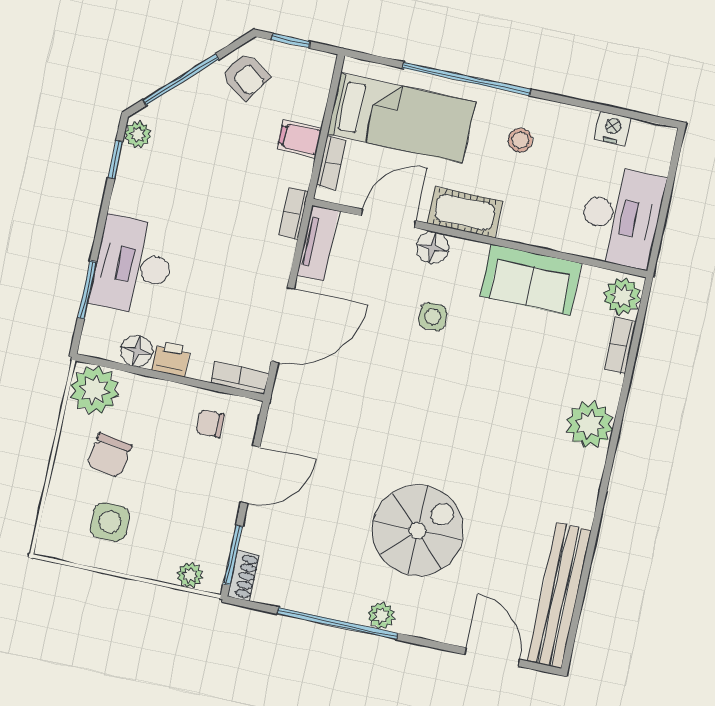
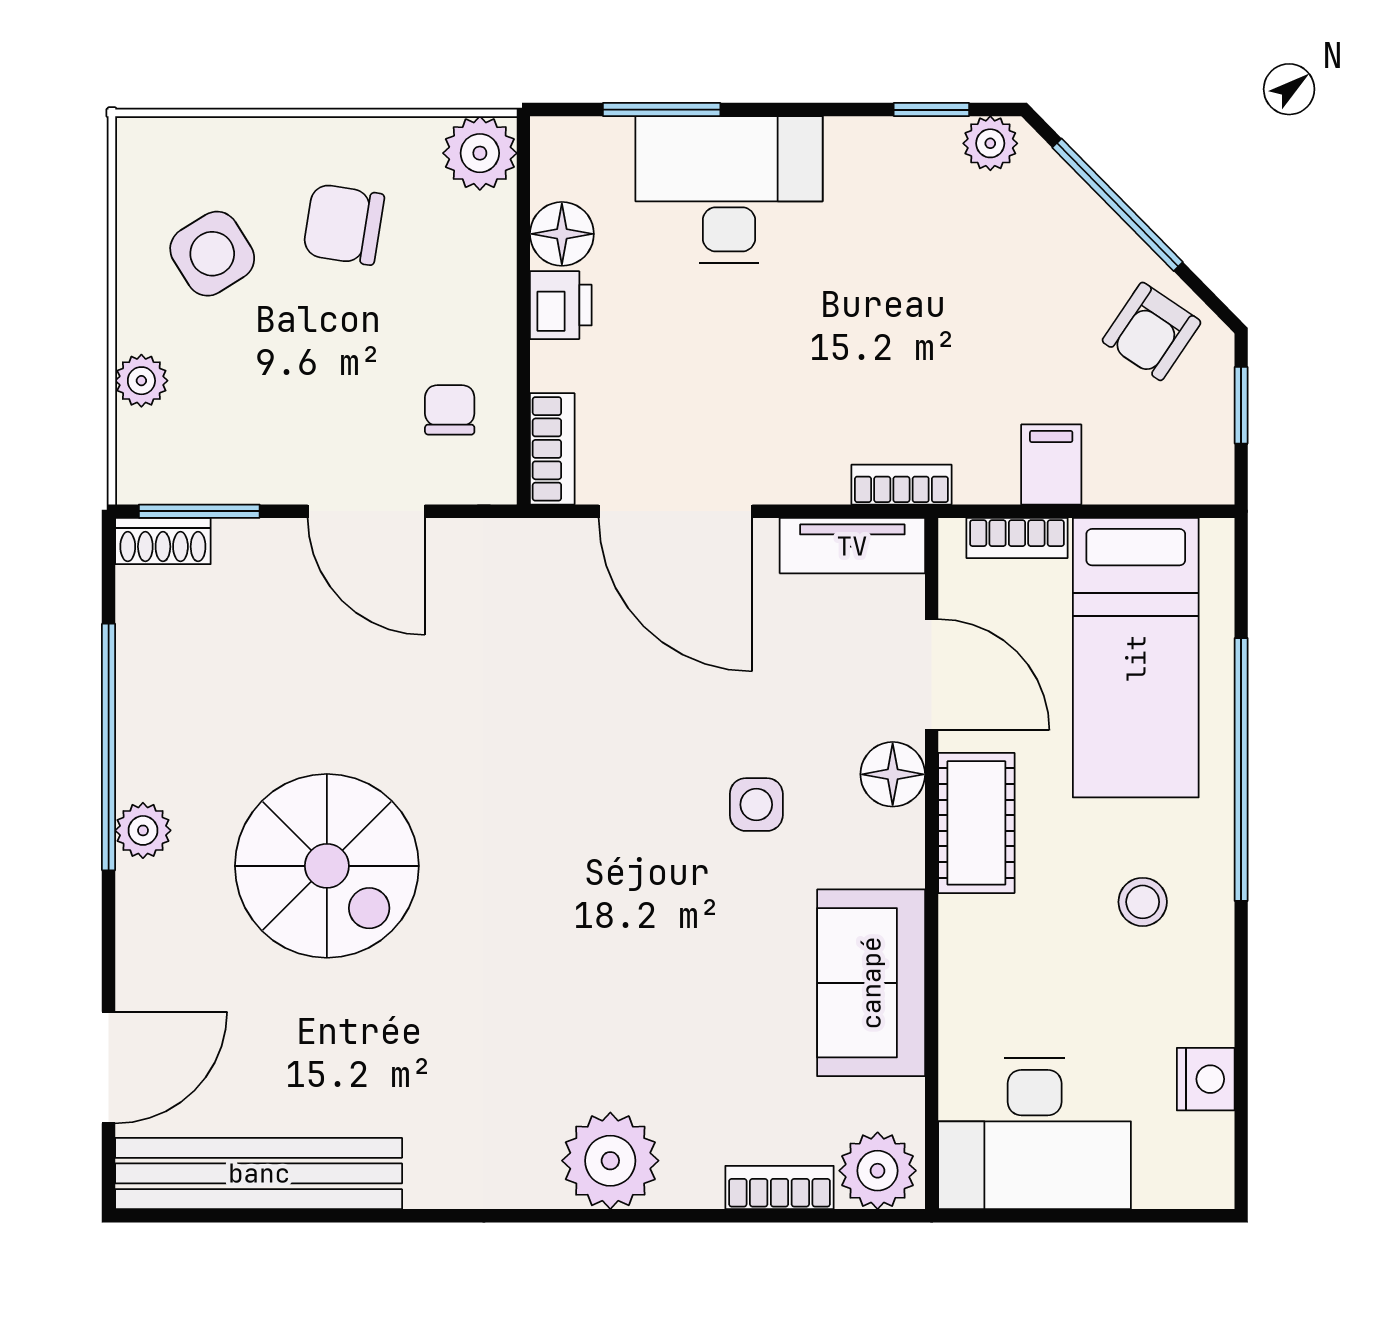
plant: (94, 390) -> (480, 153), width x0.73, depth x0.73
side table: (110, 522) -> (212, 254), turned -32
plant: (190, 575) -> (141, 381), moved

